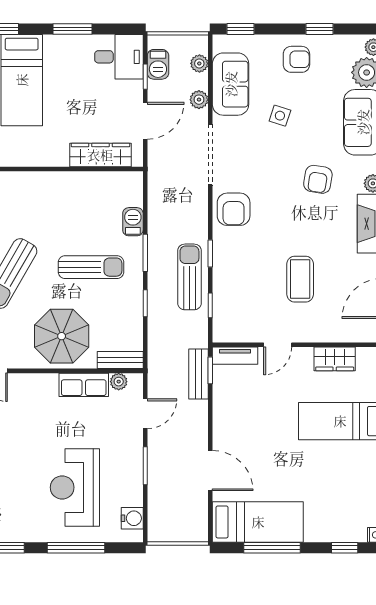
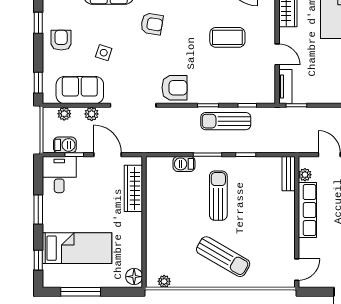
parasol: (62, 336) -> (271, 218), removed
bench: (199, 374) -> (299, 114), removed
row of seats: (84, 385) -> (307, 210), width x1.48

